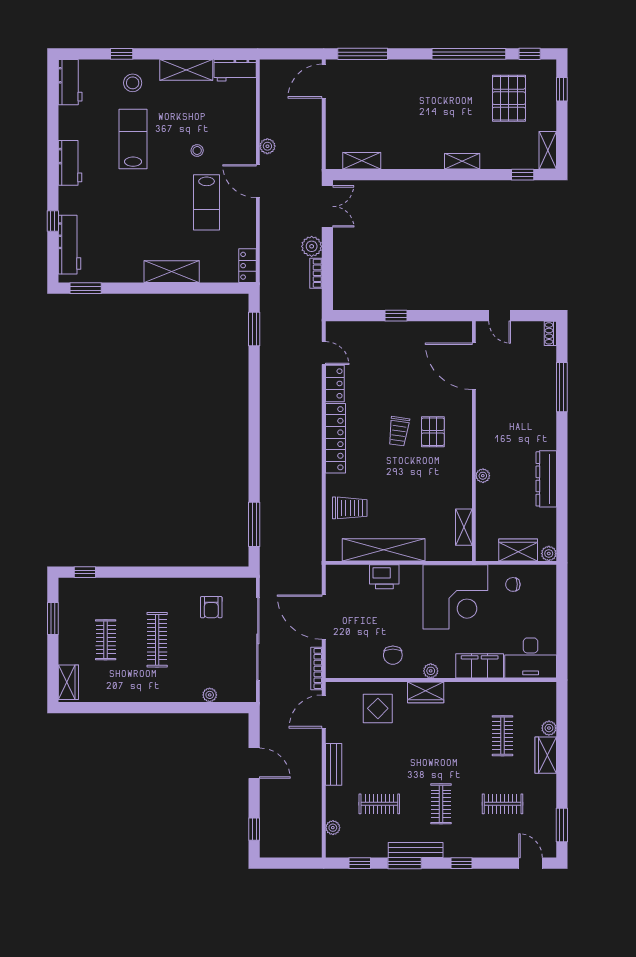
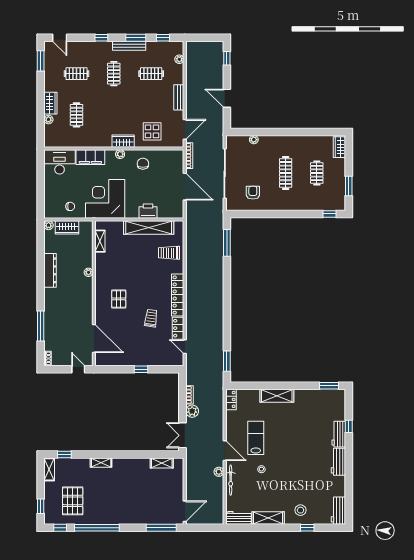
bicycle: (248, 133) -> (231, 480), added
lab bench: (133, 139) -> (300, 476), removed
workbench: (69, 245) -> (339, 434), moved, width x0.73
trolley: (399, 431) -> (151, 318), moved

